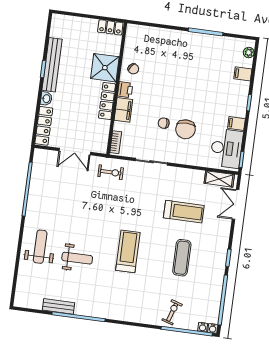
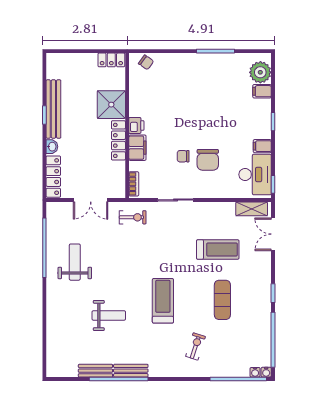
plant: (249, 53) -> (260, 72), width x1.88, depth x1.88
chair: (133, 69) -> (146, 62), moved
weight bench: (40, 247) -> (75, 262), moved
bench: (90, 311) -> (131, 371), added
exercise bike: (172, 312) -> (196, 346), moved

